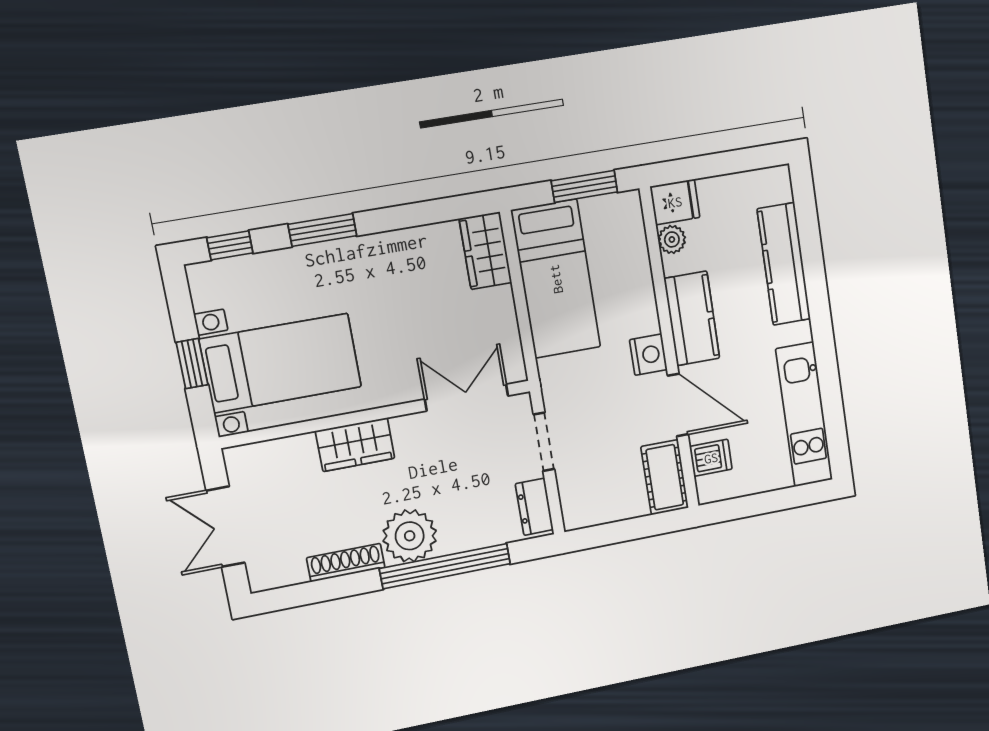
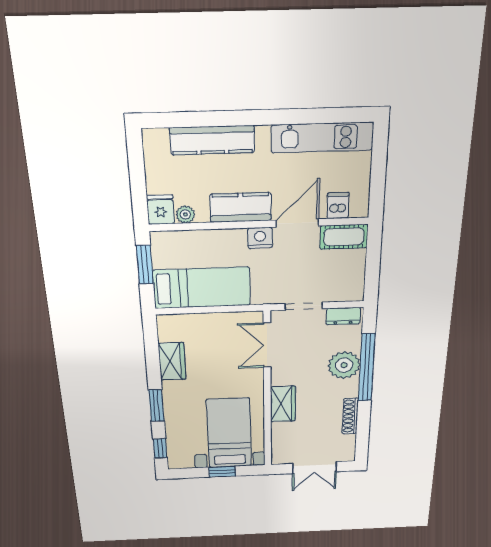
wardrobe: (485, 251) -> (172, 361), moved, turned -90
plant: (410, 536) -> (344, 365), moved

